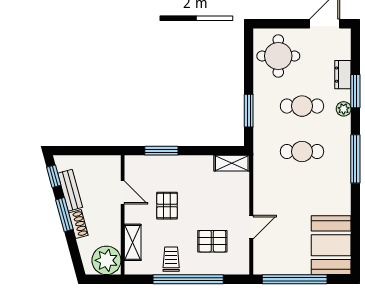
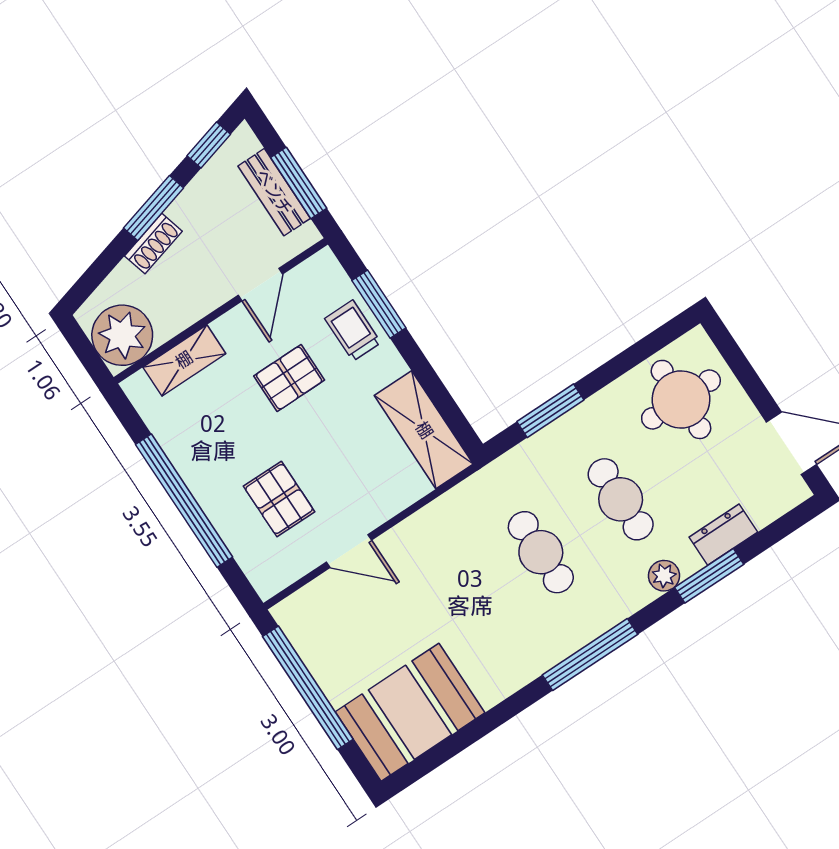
window: (92, 151) -> (299, 183), added
shelving: (232, 163) -> (424, 430), width x1.50, depth x1.33
bench: (70, 190) -> (274, 192), moved, turned -75
trolley: (171, 259) -> (353, 331), moved, turned -90

